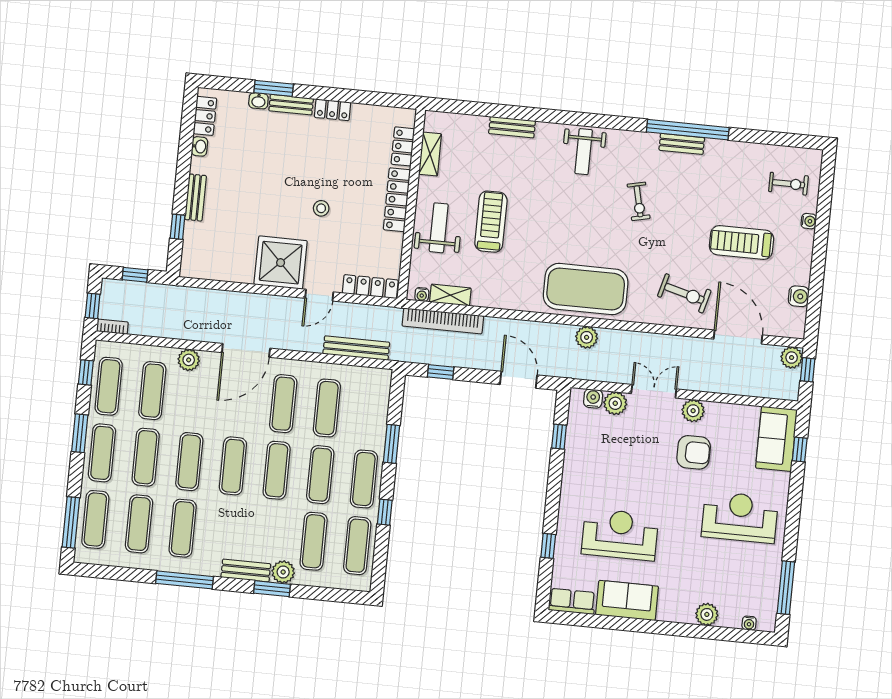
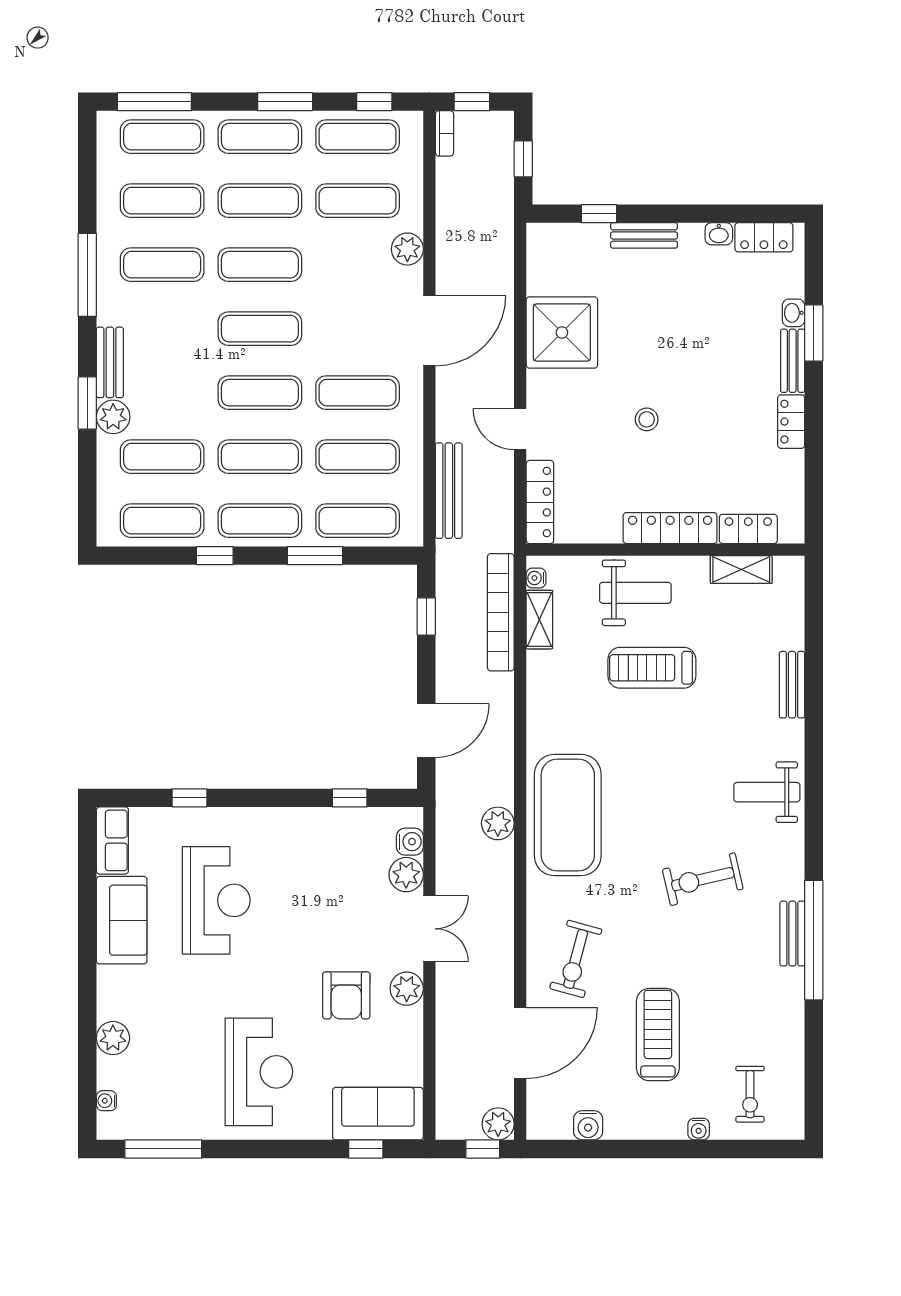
exercise bike: (639, 201) -> (703, 879), width x1.38, depth x1.39
treadmill: (491, 222) -> (652, 668), turned 180
shower: (281, 263) -> (562, 333), moved
door: (246, 350) -> (429, 331), swing flipped
exercise mat: (371, 412) -> (358, 521), added

